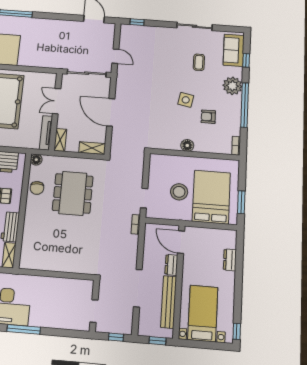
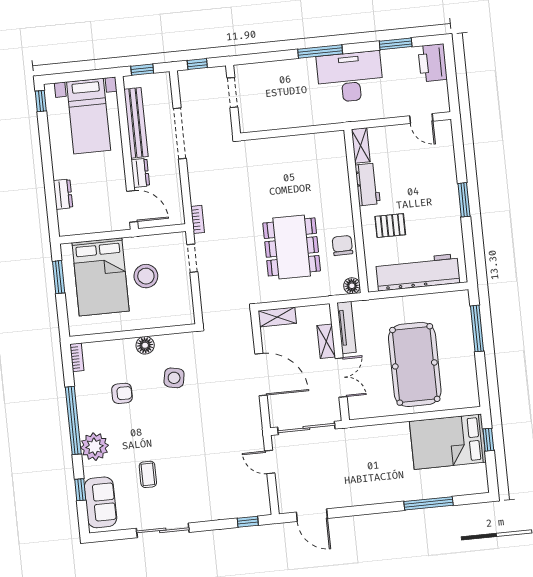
side table: (186, 100) -> (174, 378), moved
shelving: (60, 140) -> (326, 341), moved

